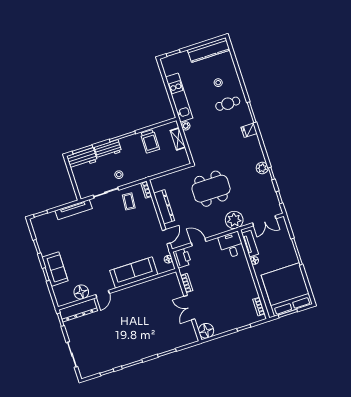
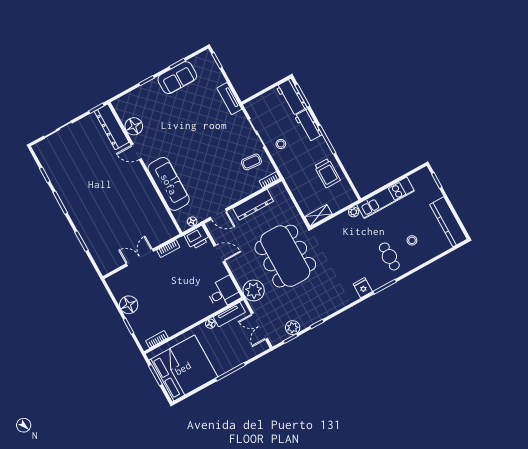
shelving: (178, 139) -> (318, 215), moved
trolley: (150, 141) -> (327, 173), turned -90
plant: (262, 168) -> (293, 328), moved
dining table: (211, 189) -> (285, 256), width x1.36, depth x1.24
tv unit: (74, 210) -> (229, 99), width x0.71
door: (199, 242) -> (219, 253), hinge flipped
sofa: (55, 269) -> (177, 78), moved
floor lamp: (206, 331) -> (129, 305), moved

